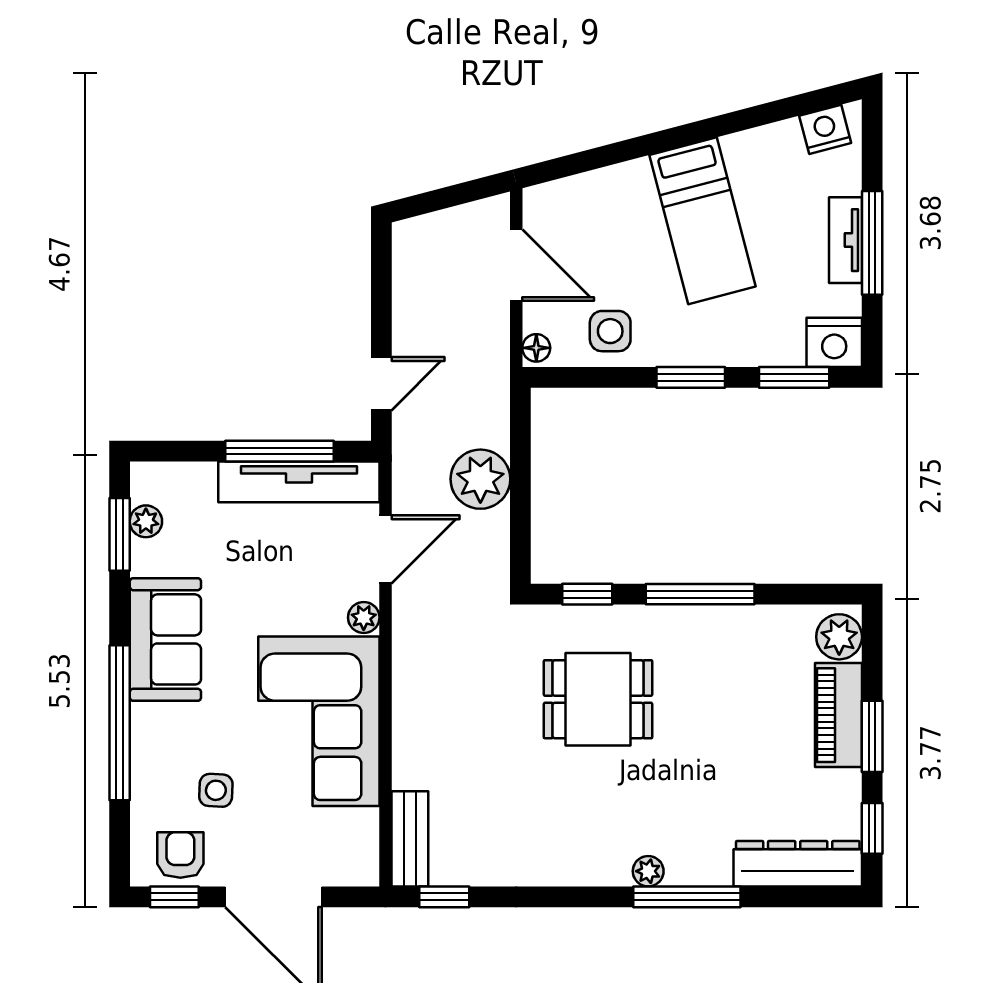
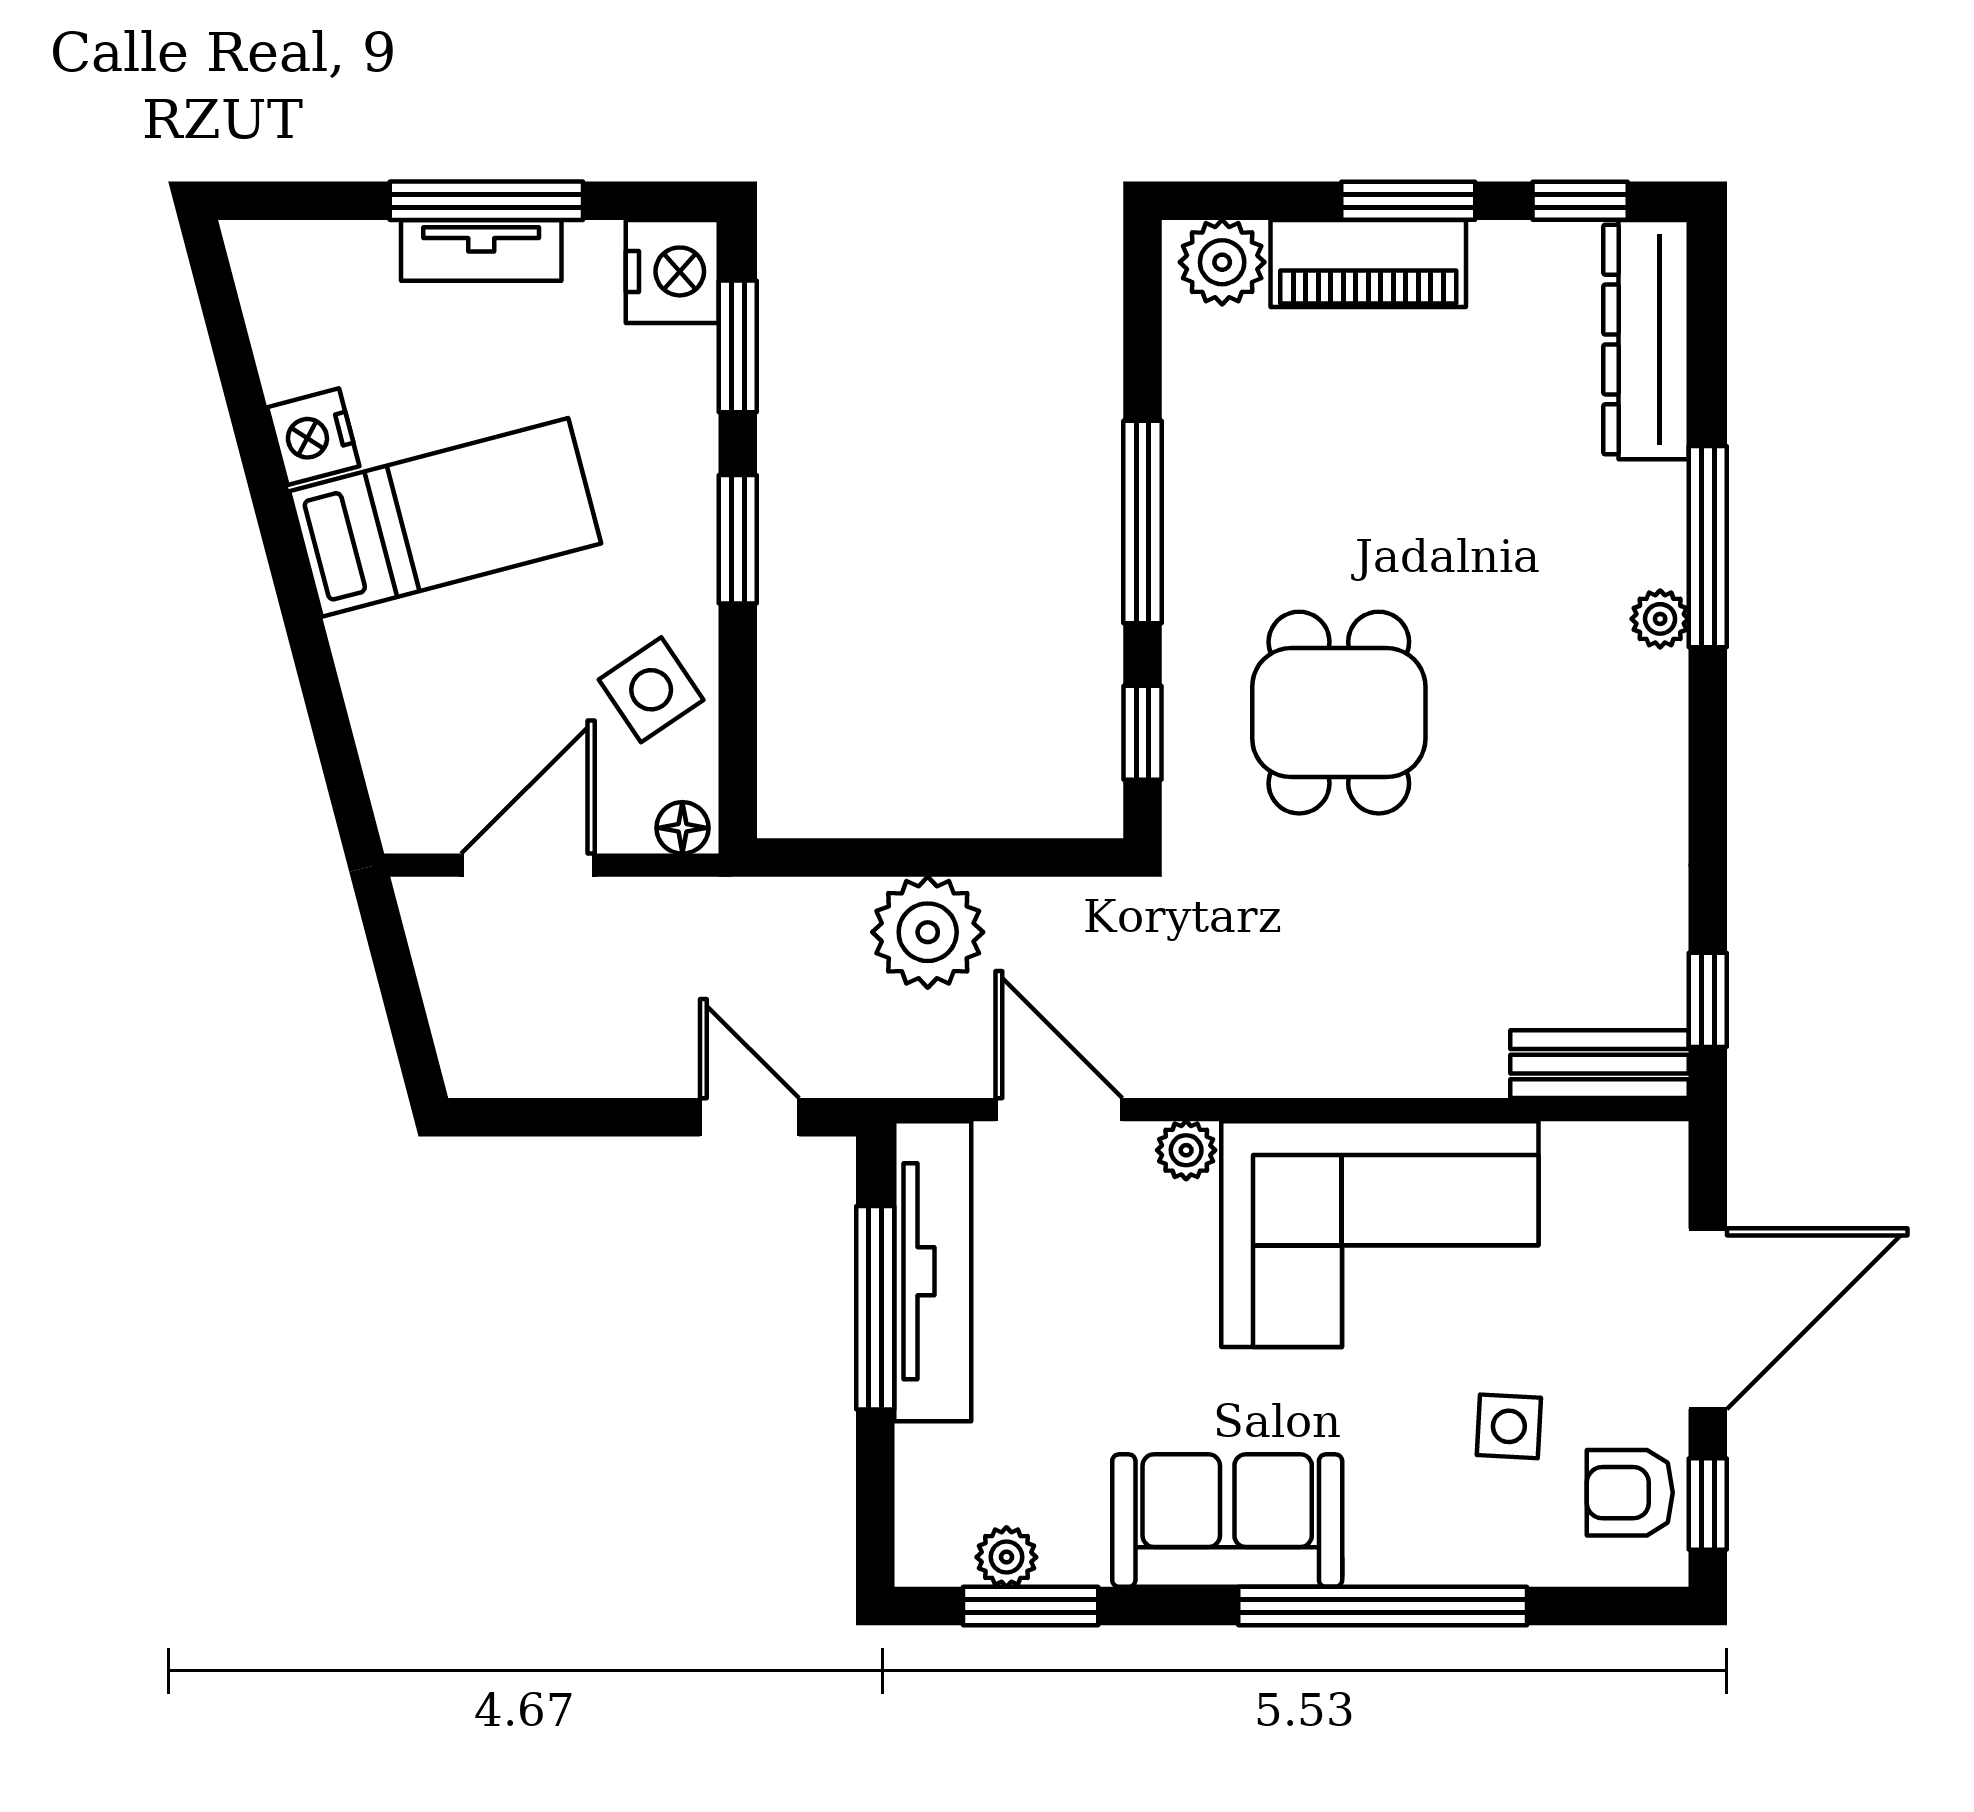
nightstand: (825, 129) -> (313, 437), moved
side table: (610, 331) -> (651, 690), turned -34

